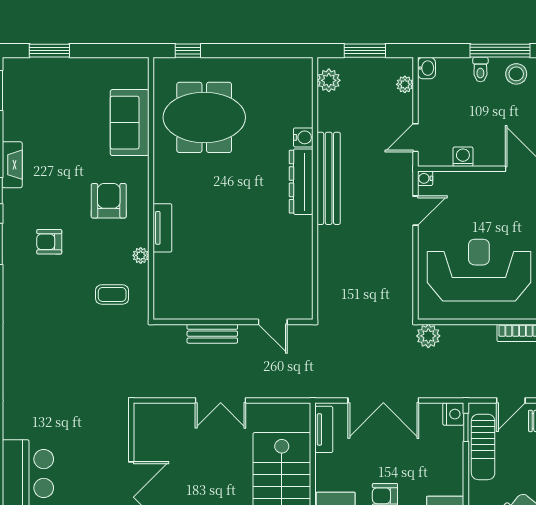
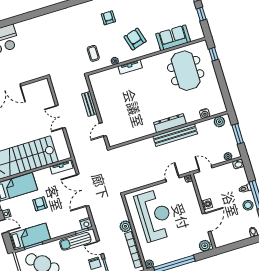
window: (99, 51) -> (201, 14), added
water cooler: (303, 137) -> (205, 114), moved
washing machine: (463, 157) -> (207, 204), moved
armchair: (109, 201) -> (135, 39), turned -106
door: (416, 211) -> (173, 179), swing flipped
plant: (428, 336) -> (125, 226), moved

